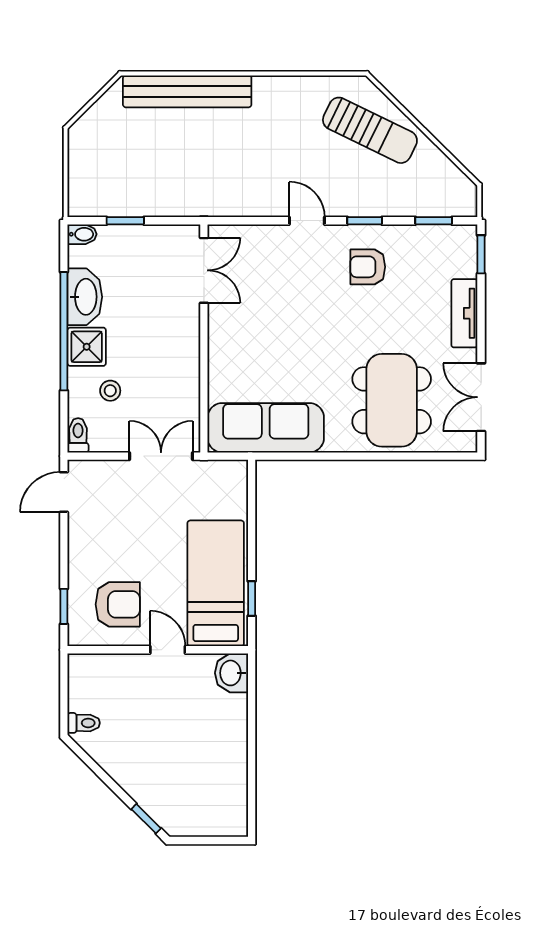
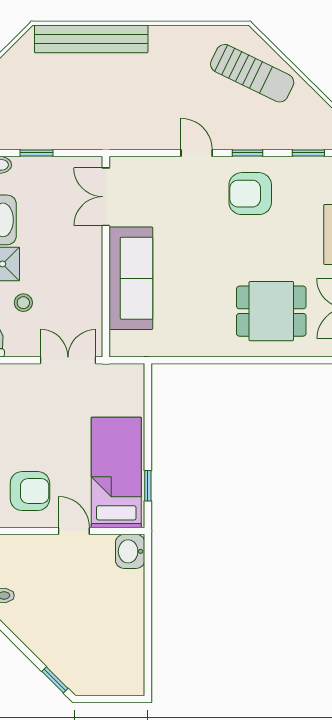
armchair: (368, 267) -> (250, 194), width x1.38, depth x1.38
double door: (204, 270) -> (106, 197), swing flipped
dining table: (392, 400) -> (271, 311), width x0.73
sofa: (266, 428) -> (131, 278), moved, turned 90

